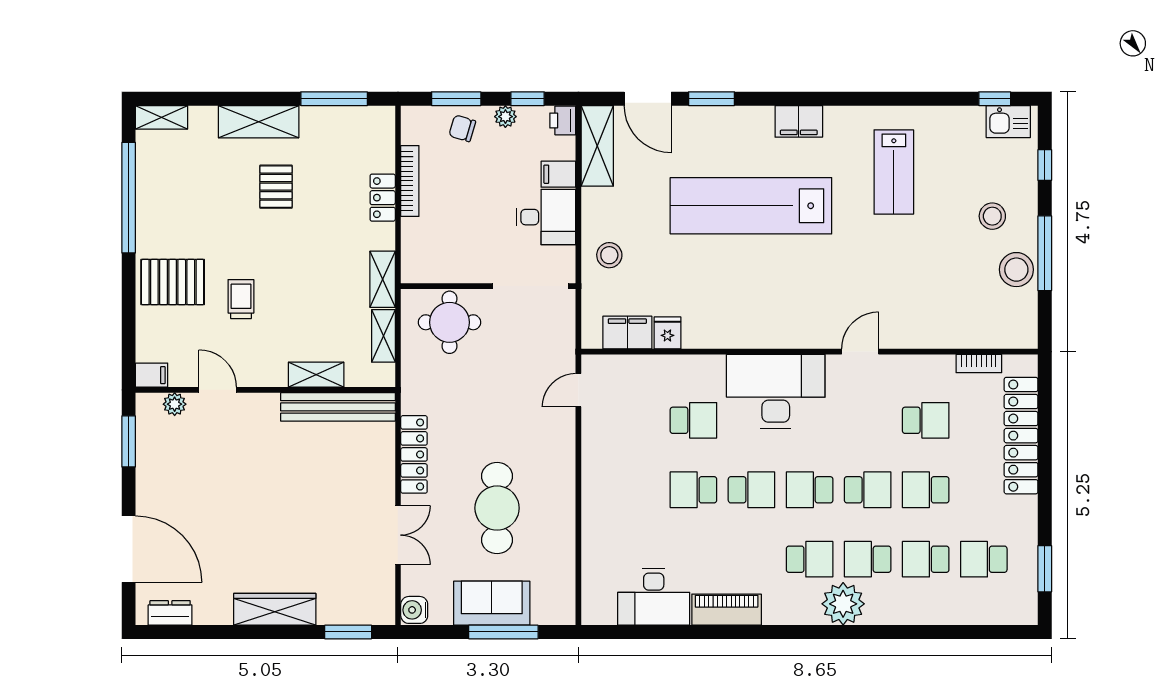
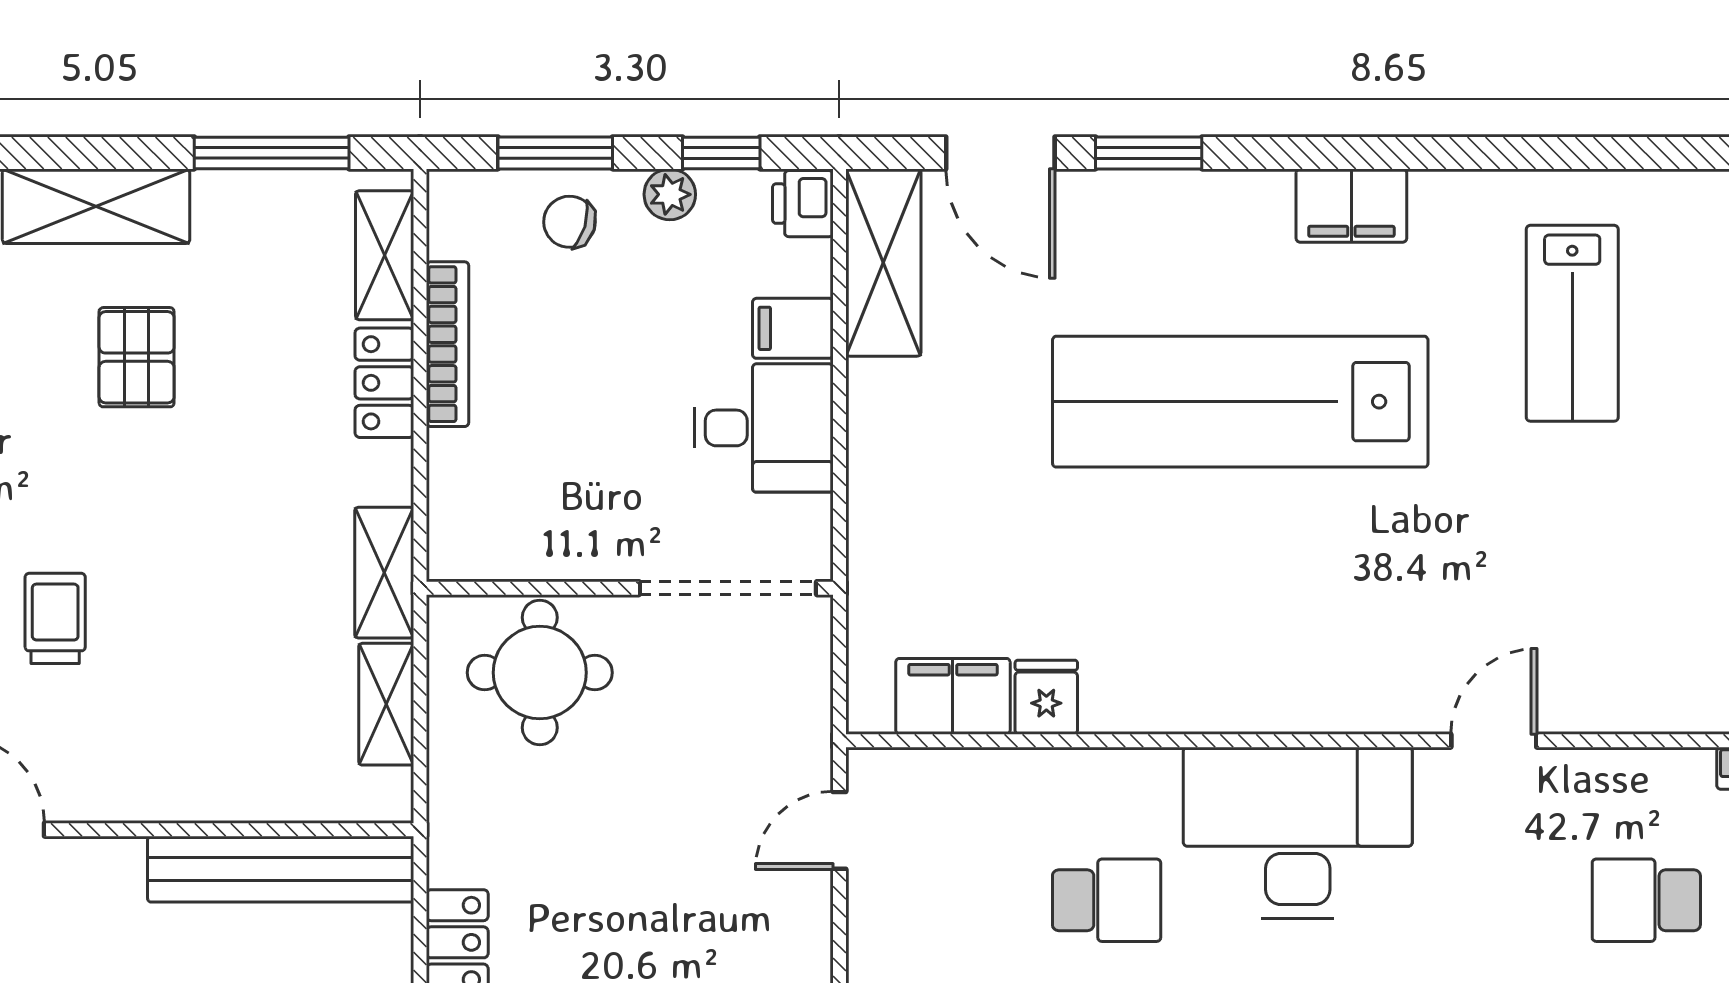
stool: (609, 255) -> (911, 517), removed
shelving: (316, 375) -> (385, 255), moved, turned 90
school desk: (926, 420) -> (1646, 900), turned 180

